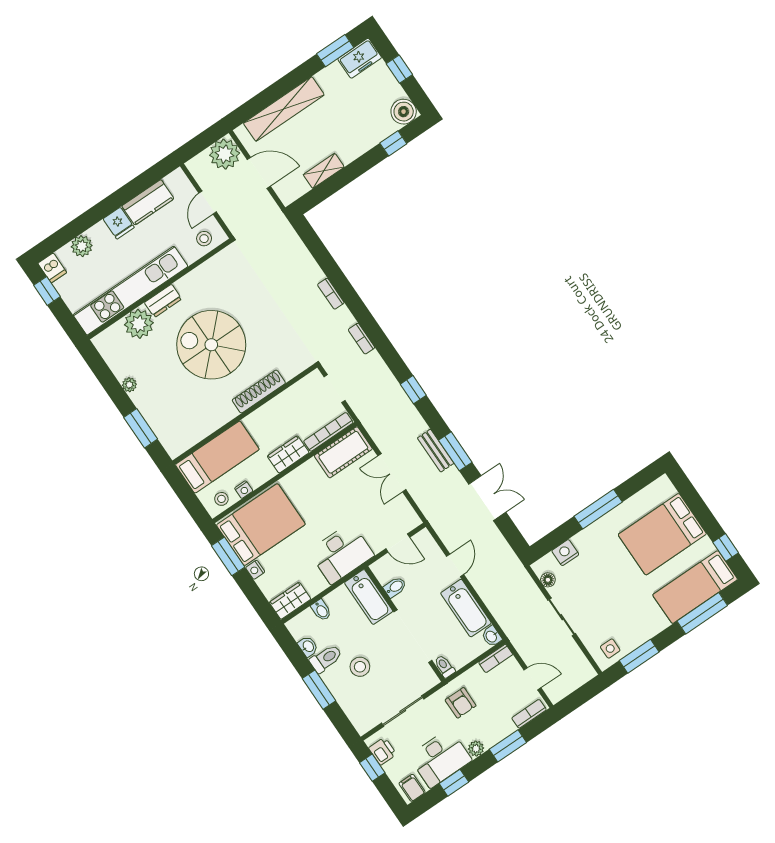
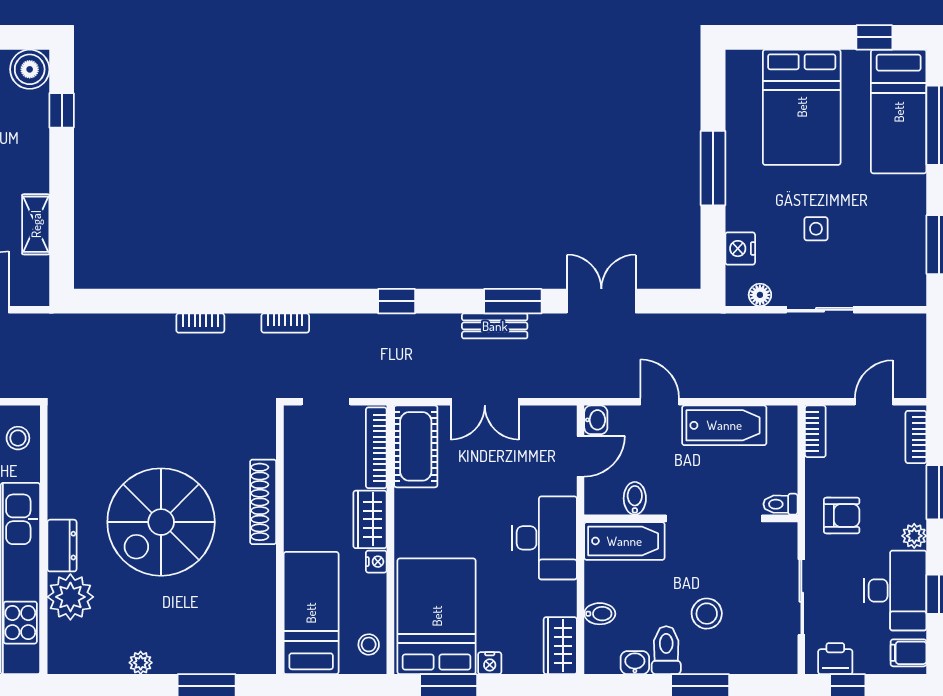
nightstand: (244, 490) -> (376, 562), moved
washbasin: (492, 636) -> (596, 420), moved, turned -90
side table: (610, 649) -> (816, 229), moved

